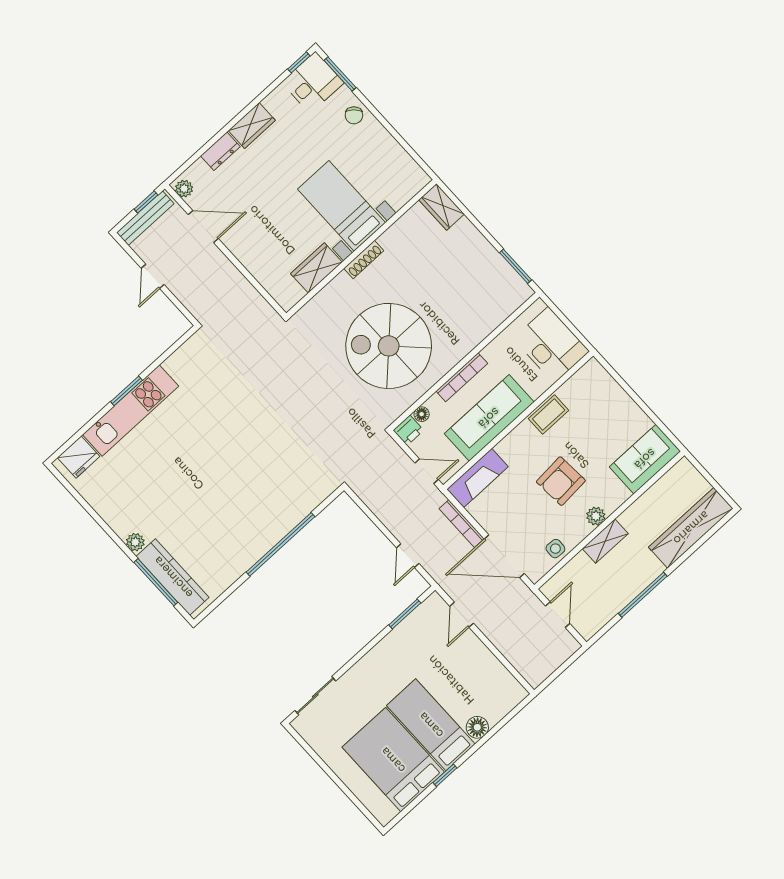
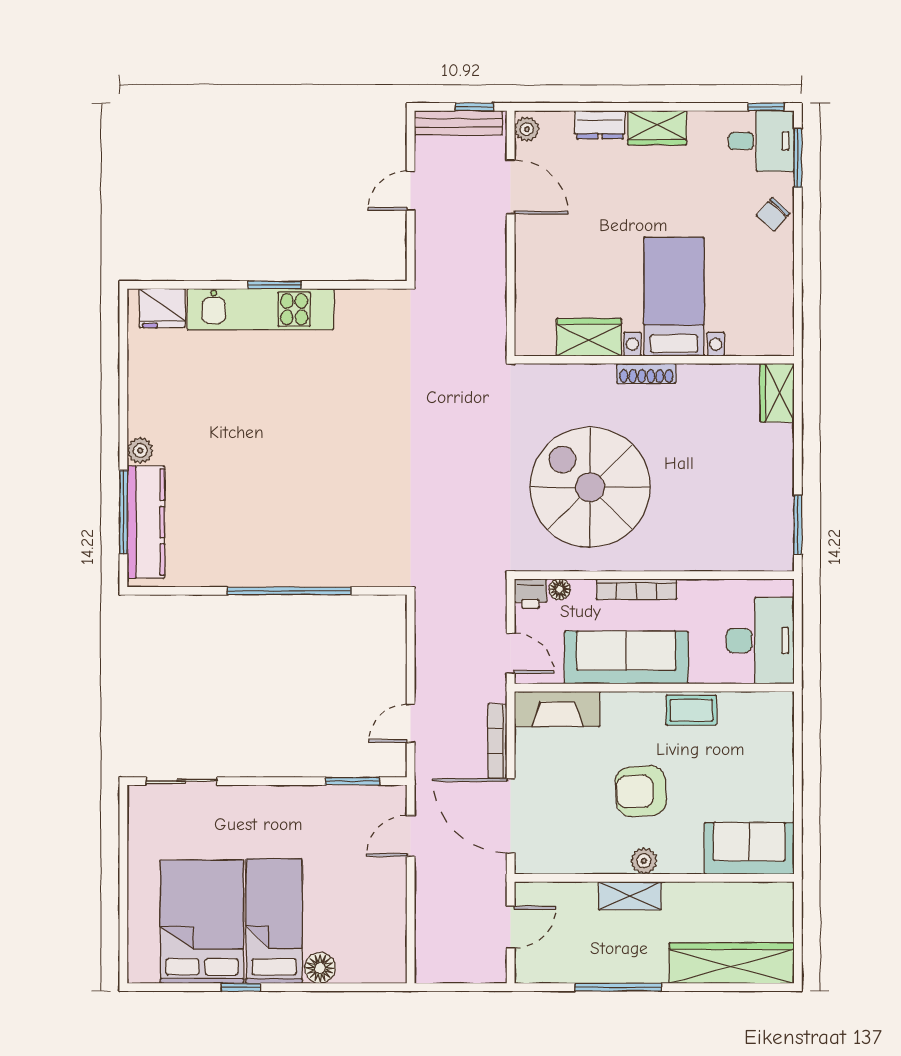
side table: (555, 549) -> (571, 856), removed

